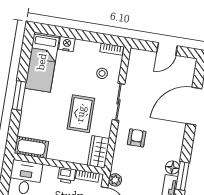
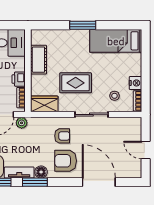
nightstand: (67, 44) -> (136, 83), moved
armchair: (164, 139) -> (66, 161), added
cot: (31, 147) -> (38, 60), moved

